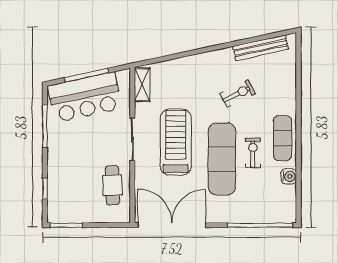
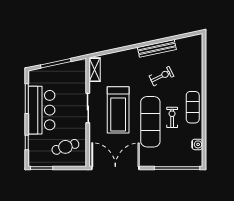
bench: (261, 48) -> (157, 48), moved
bar counter: (85, 97) -> (41, 110), moved, turned -78
treadmill: (176, 142) -> (118, 110), turned 180
water cooler: (289, 176) -> (197, 144), moved
cafe table: (112, 185) -> (65, 147), moved, turned 74

